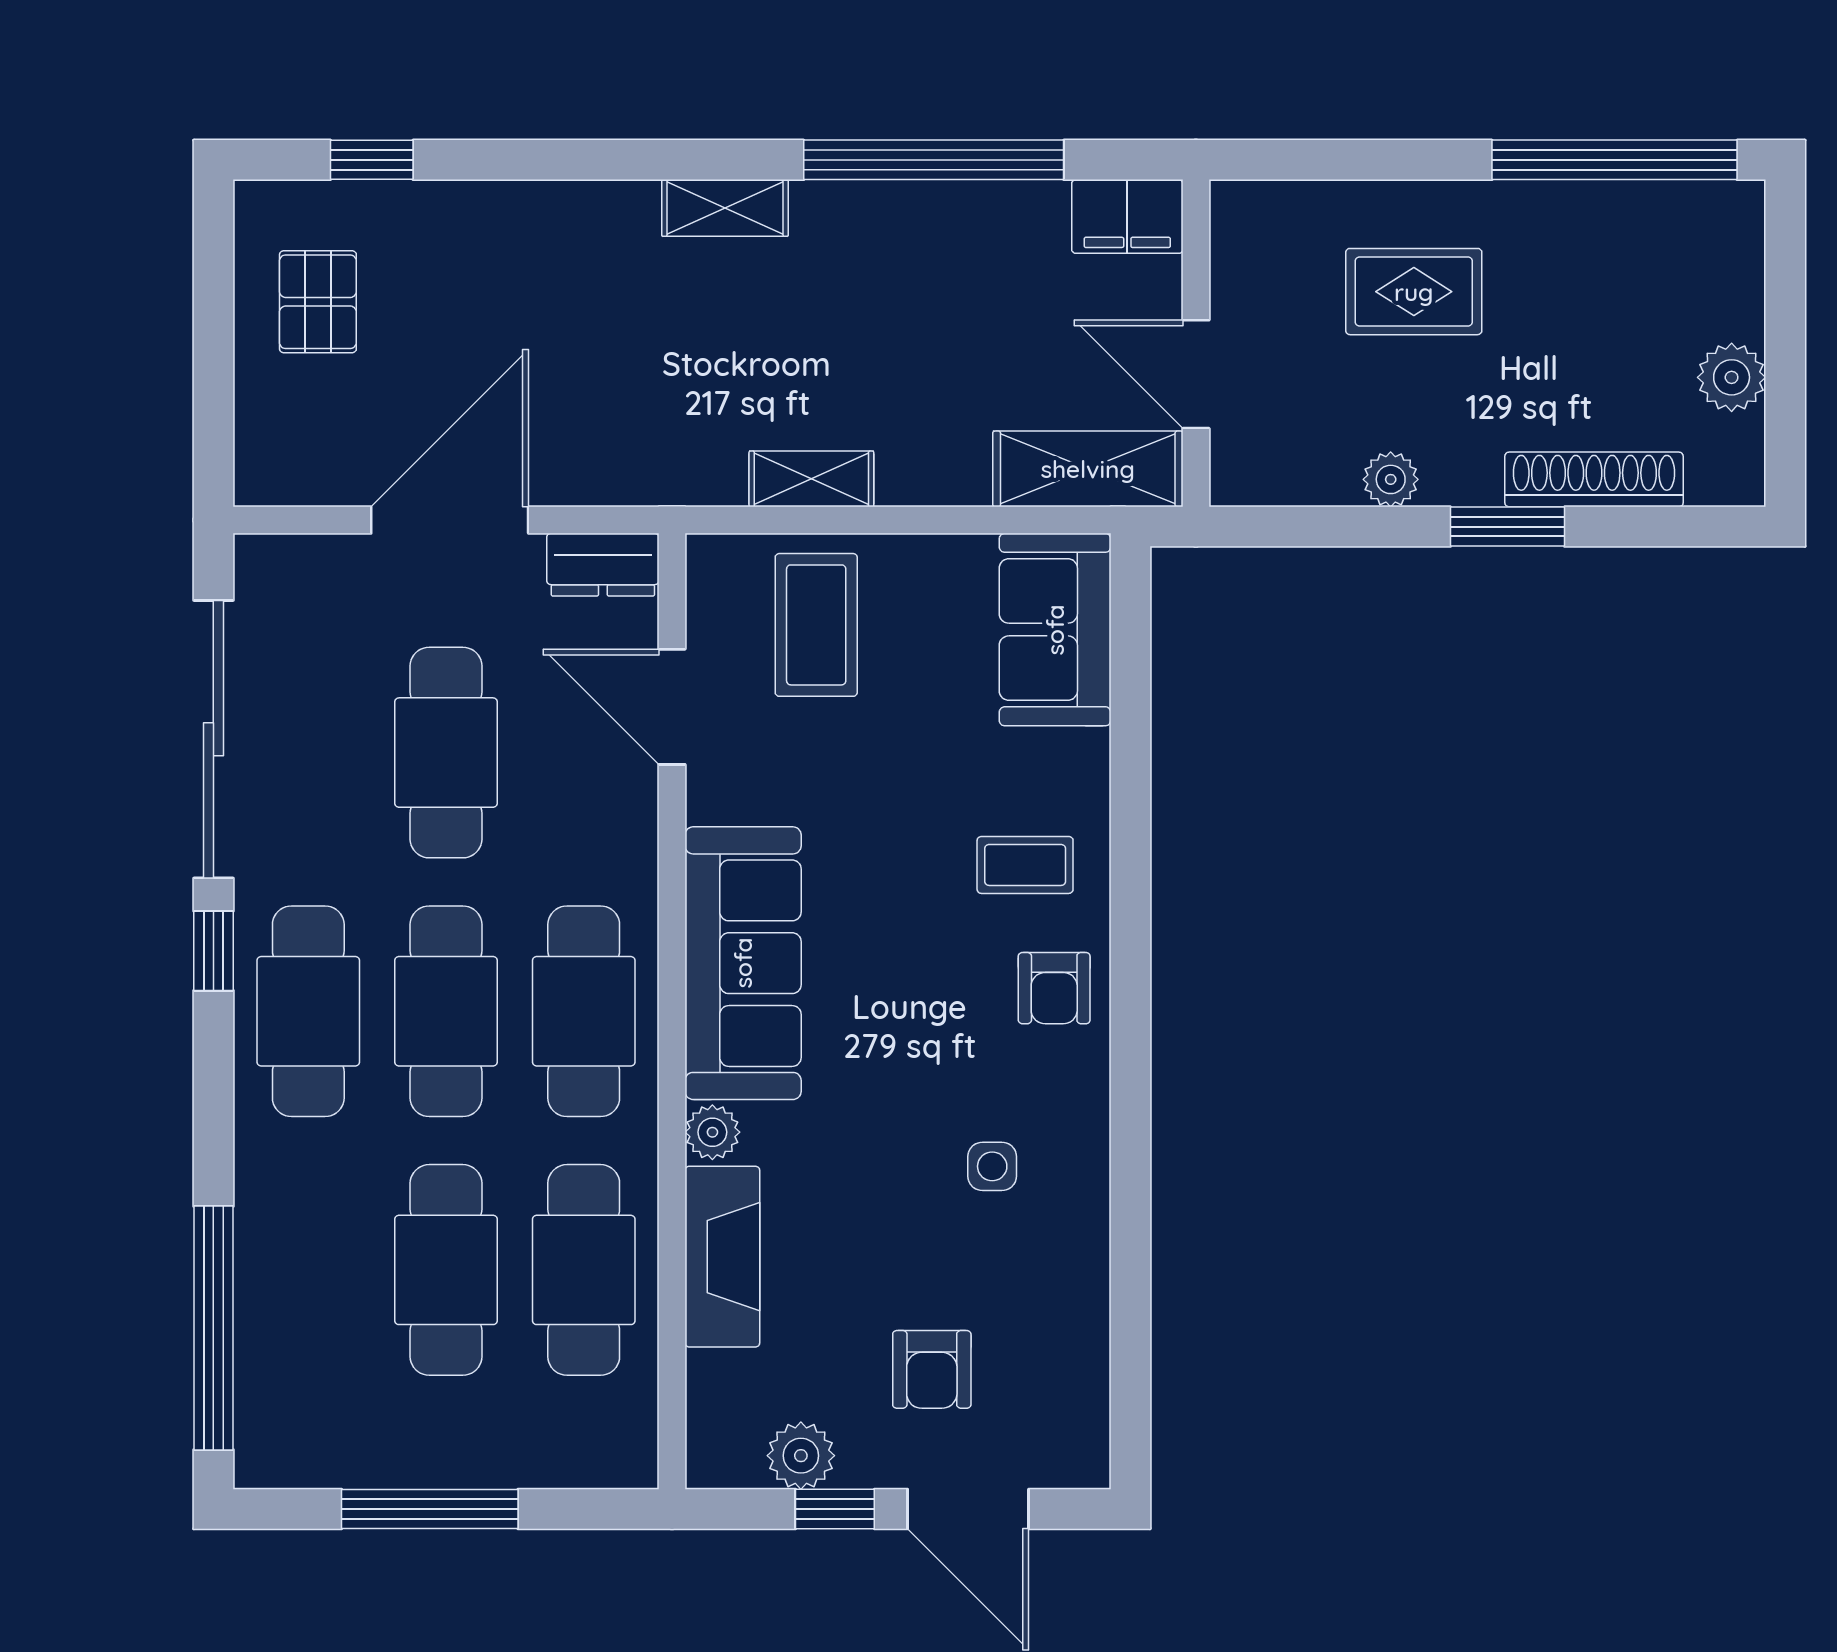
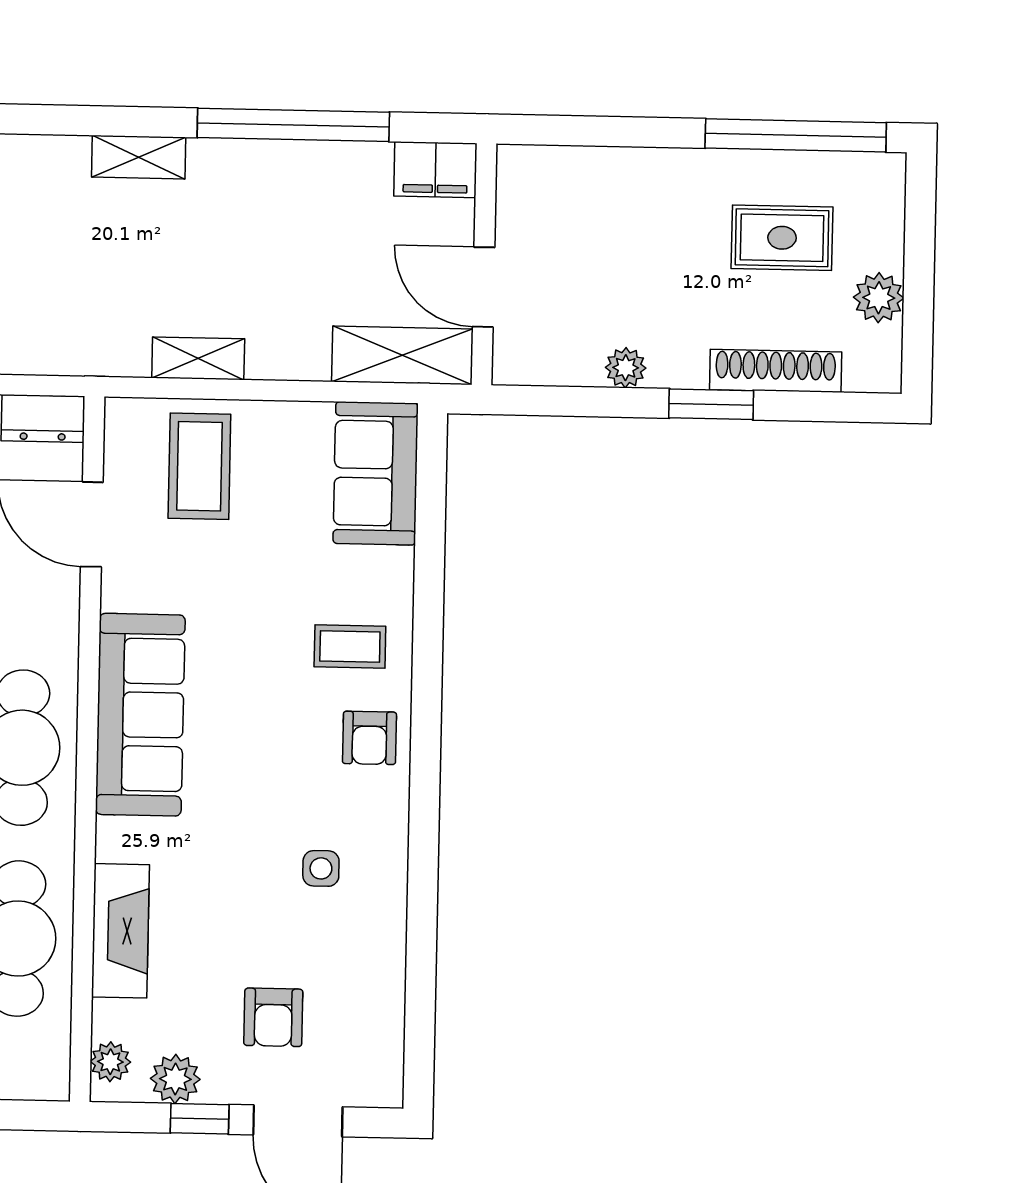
rug: (1414, 292) -> (782, 238), moved
plant: (712, 1132) -> (110, 1062), moved

